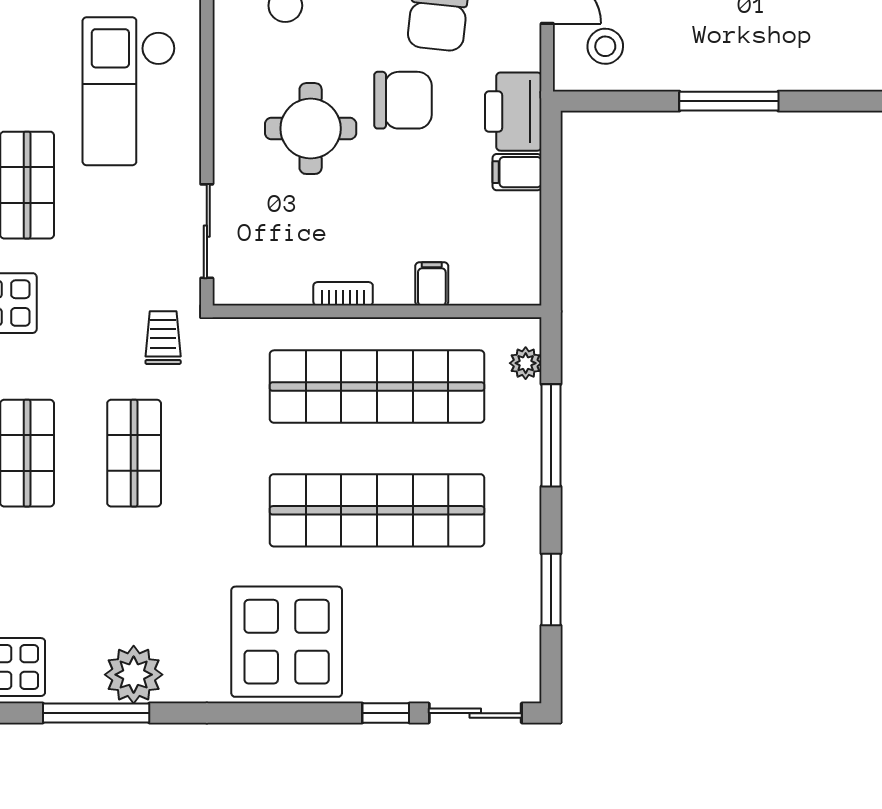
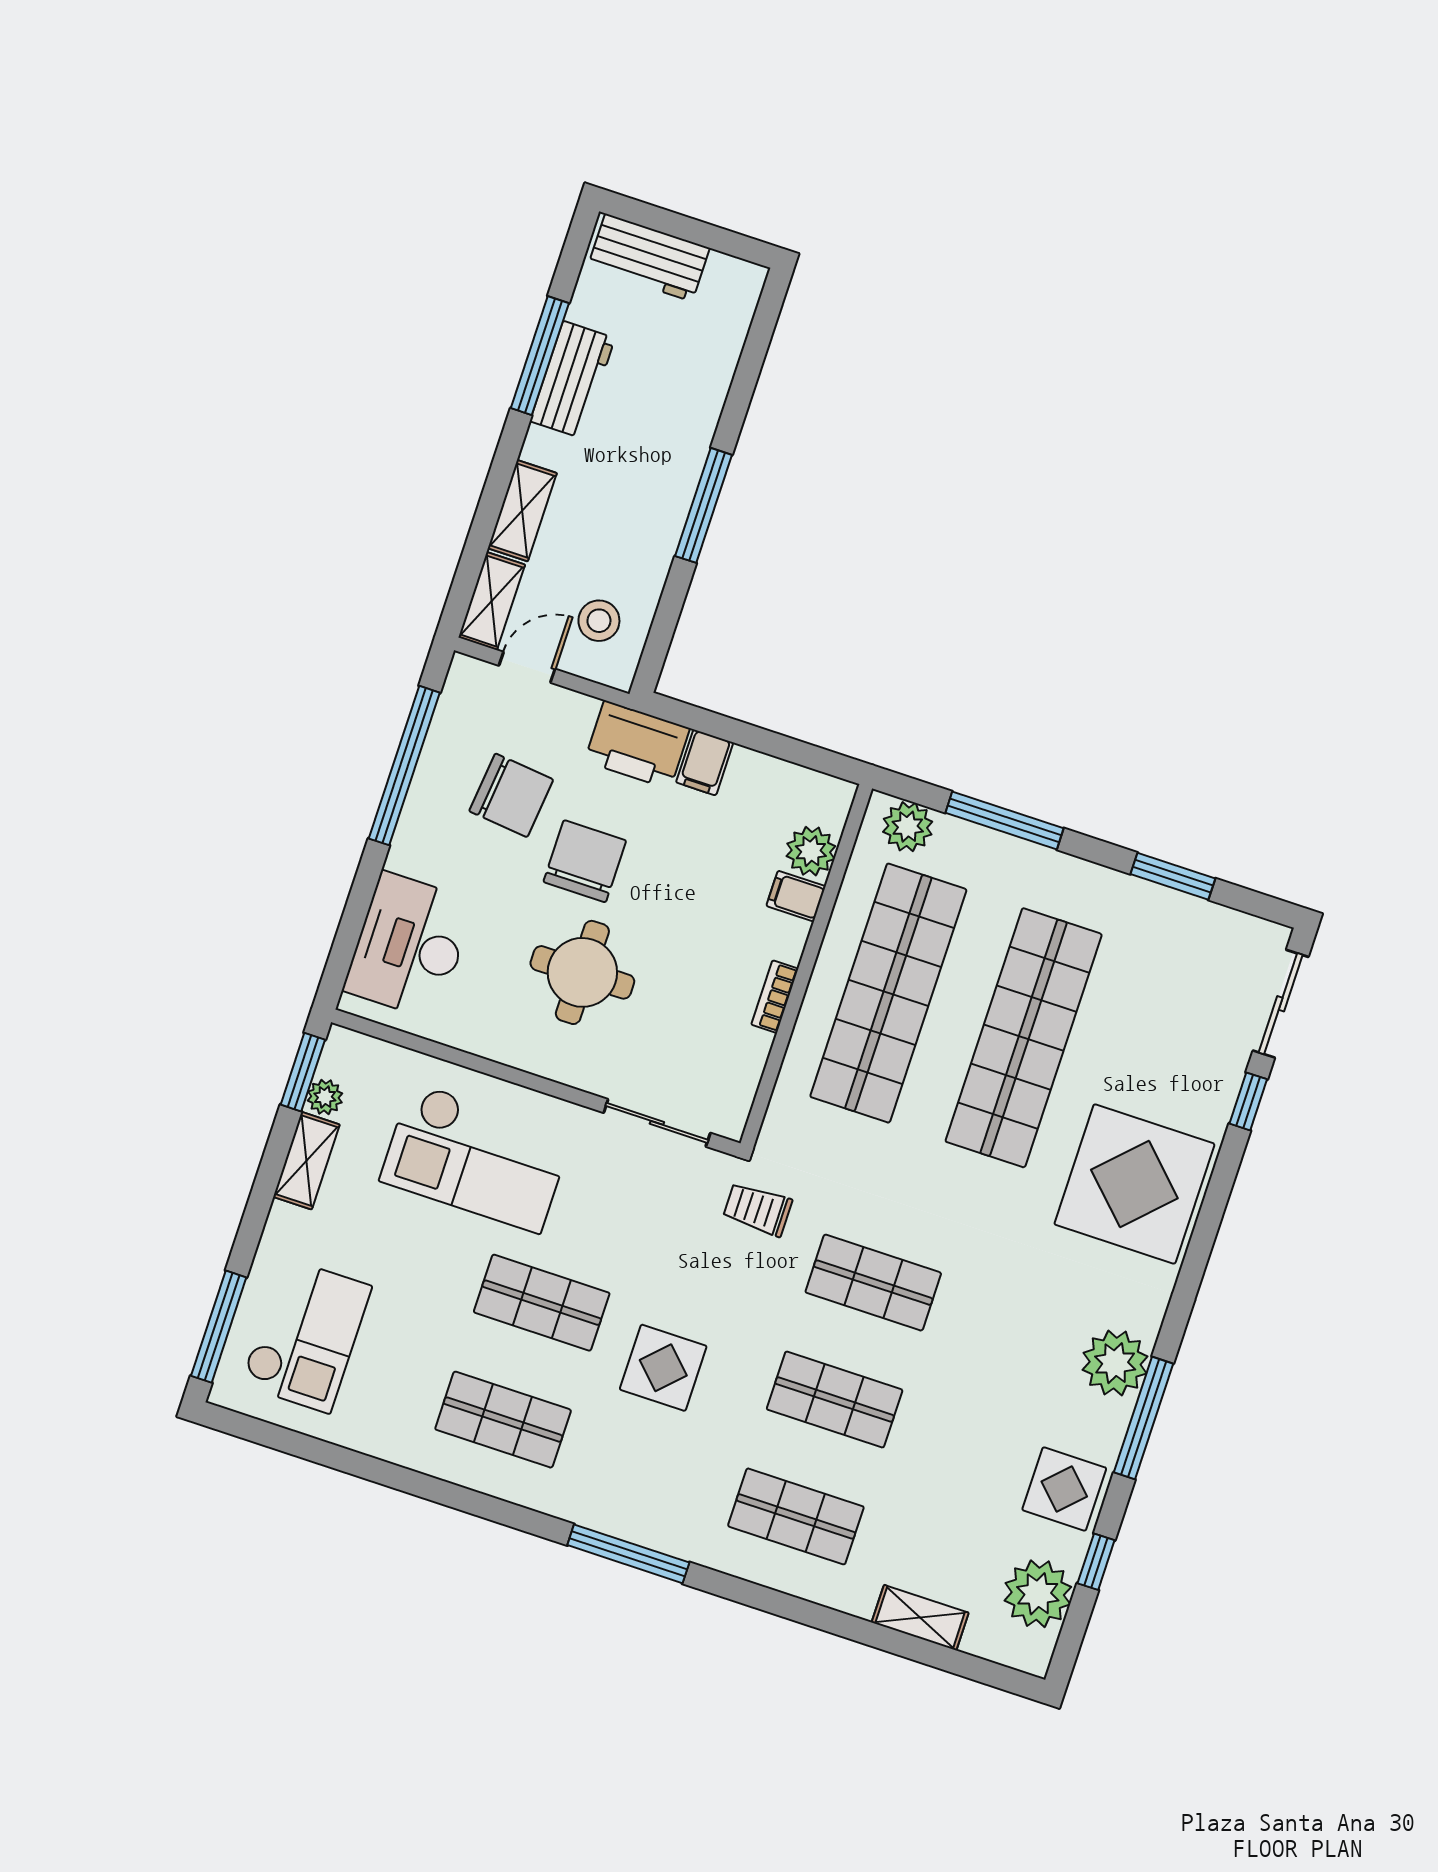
plant: (473, 284) -> (811, 851), added
plant: (526, 363) -> (908, 827), width x1.38, depth x1.38

